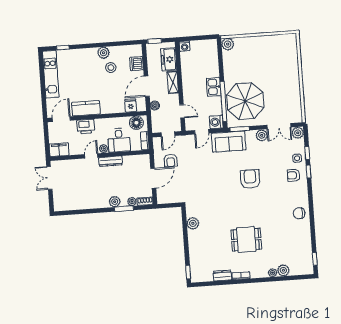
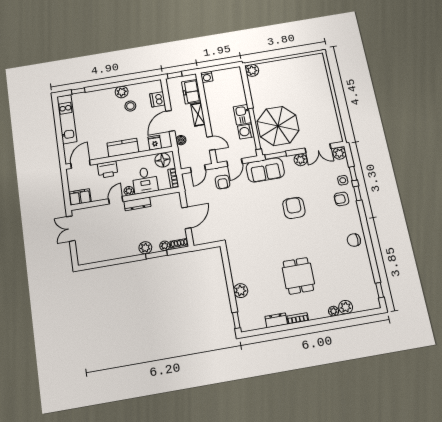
kitchen counter: (86, 108) -> (123, 148), moved
washing machine: (216, 122) -> (246, 131), moved
armchair: (171, 160) -> (223, 182), moved
plant: (193, 223) -> (241, 291), moved
dining table: (246, 240) -> (298, 276), turned 90

